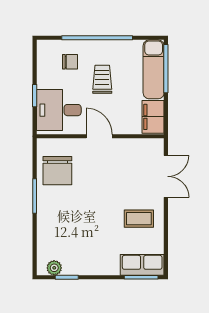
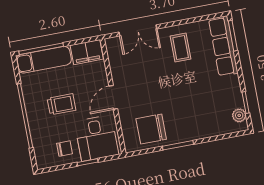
chair: (70, 62) -> (65, 149), moved, turned 90
trolley: (102, 79) -> (61, 104), turned 180
chair: (57, 171) -> (151, 129), turned 180
double door: (166, 176) -> (138, 30), swing flipped
row of seats: (142, 265) -> (223, 46), width x1.48

